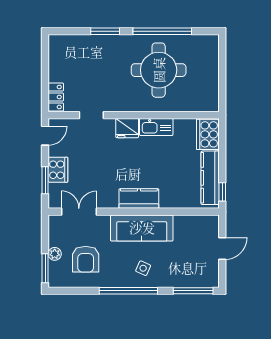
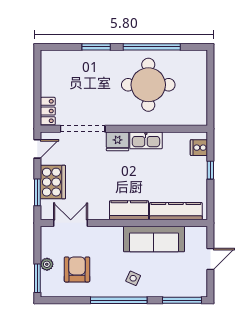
doorway: (91, 115) -> (83, 129), width x1.88
cooker: (208, 134) -> (199, 148), width x0.53, depth x0.76
cooker: (58, 170) -> (53, 182), width x1.37, depth x1.31
kitchen counter: (210, 178) -> (176, 211), moved, turned 90
window: (222, 192) -> (210, 170), moved
sofa: (142, 228) -> (154, 239), moved
armchair: (86, 259) -> (77, 269), turned 180

